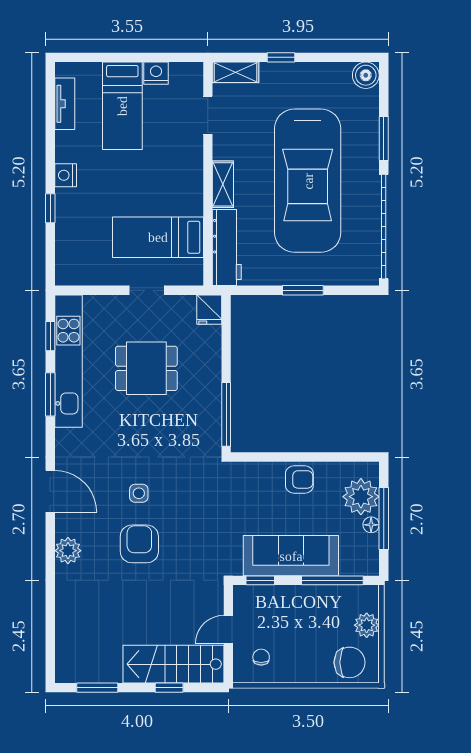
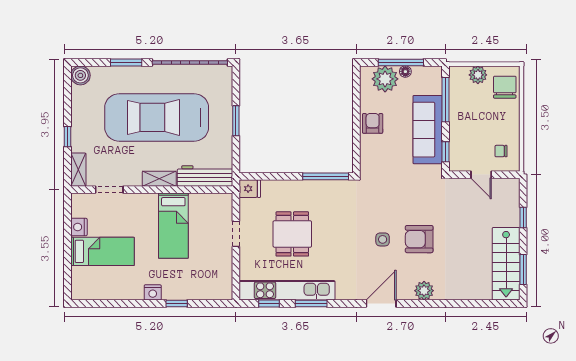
tv unit: (65, 104) -> (101, 293), removed
car: (308, 181) -> (157, 117), turned 180
bed: (158, 237) -> (173, 226), moved
stairs: (173, 664) -> (506, 264), moved

